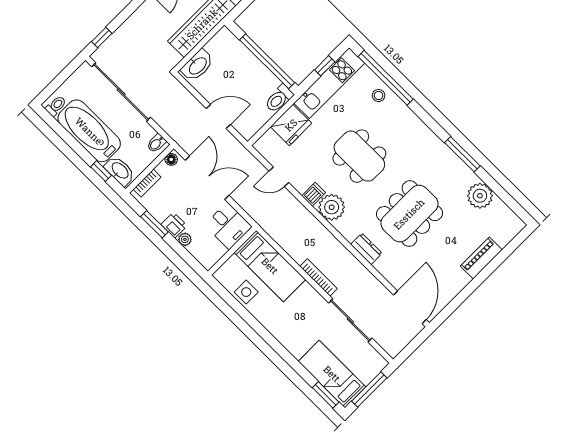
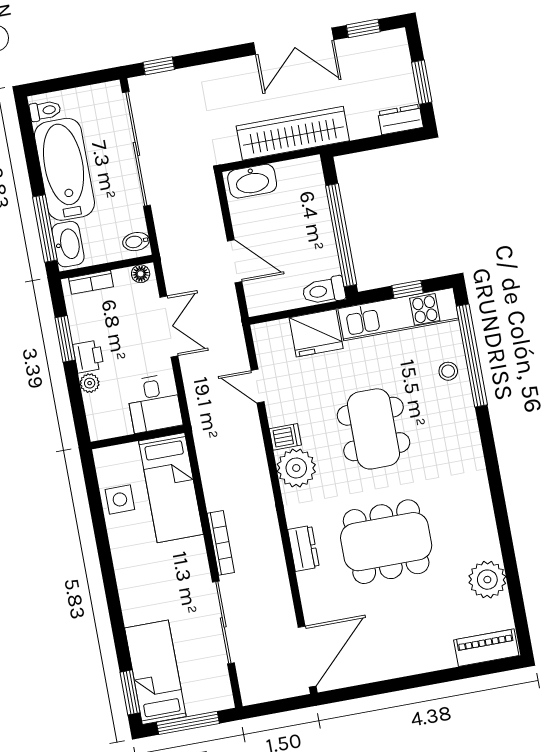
window: (462, 154) -> (501, 514), removed
window: (101, 171) -> (45, 229), width x2.17
double door: (207, 178) -> (169, 327), width x0.73
piano: (481, 258) -> (486, 648), moved

